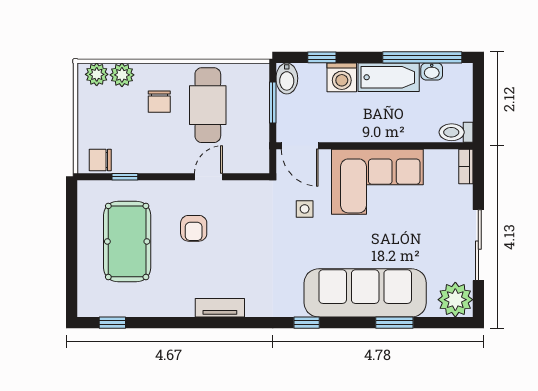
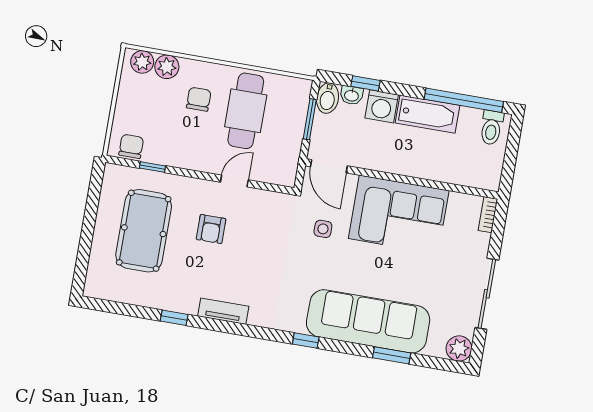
washbasin: (432, 72) -> (352, 95), moved
chair: (159, 102) -> (199, 99), turned 180
toilet: (456, 132) -> (492, 128), moved, turned -90
chair: (100, 160) -> (131, 146), turned 90
plant: (455, 300) -> (459, 348), width x0.73, depth x0.73
window: (112, 323) -> (174, 318), moved

